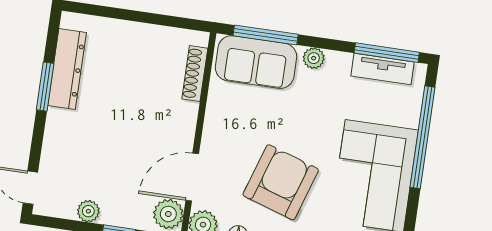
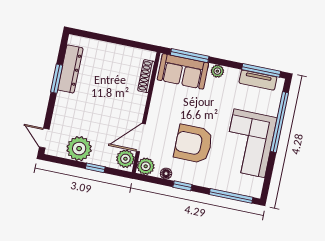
armchair: (281, 182) -> (193, 144), turned -108
plant: (88, 211) -> (79, 149), width x1.88, depth x1.88

